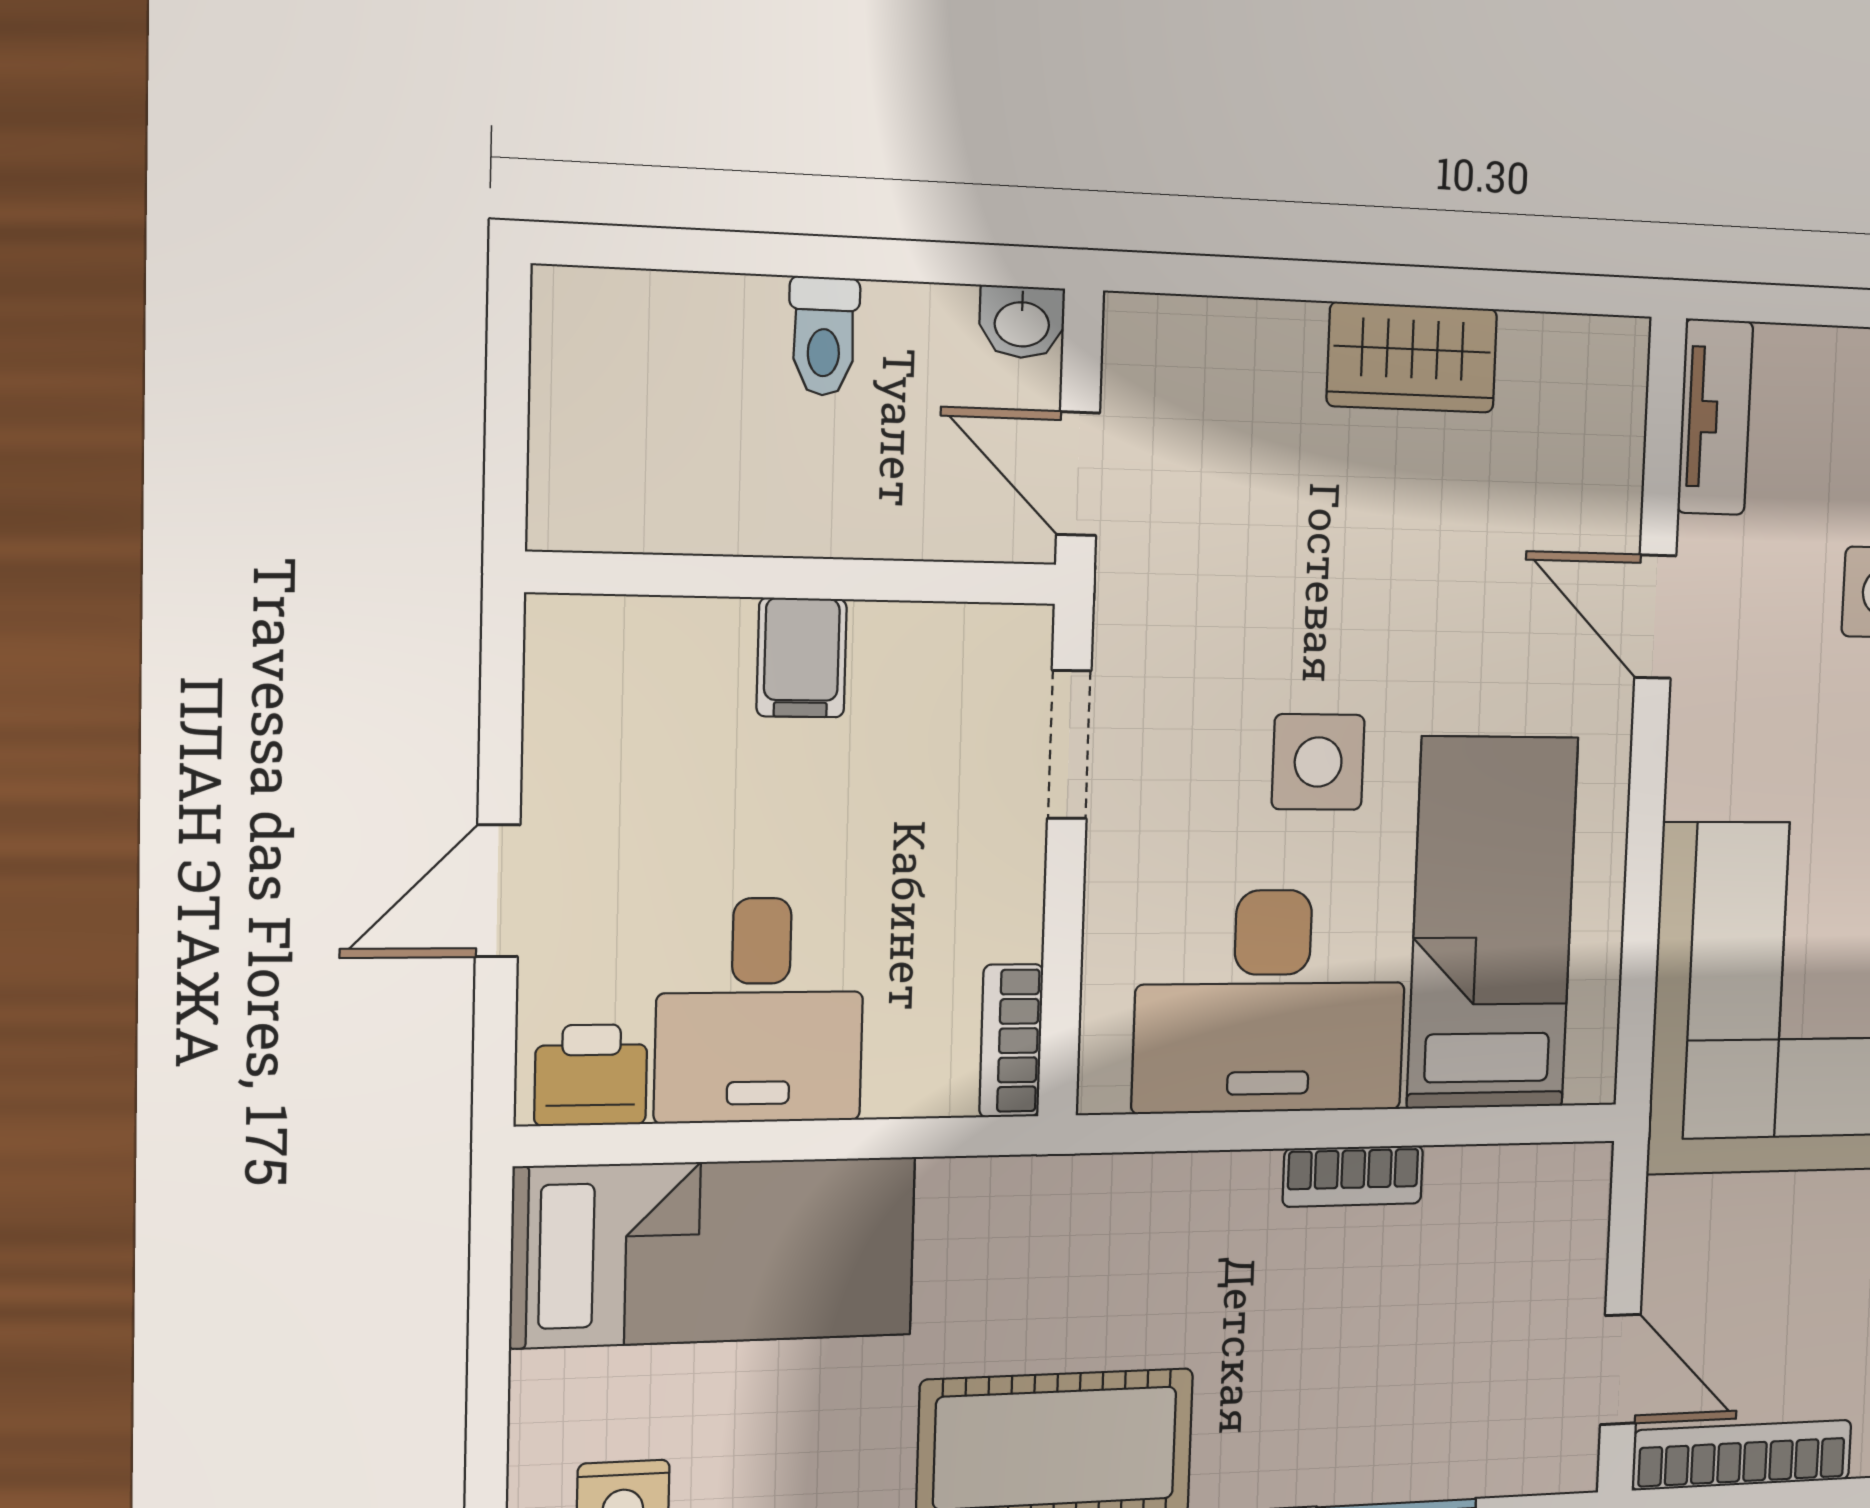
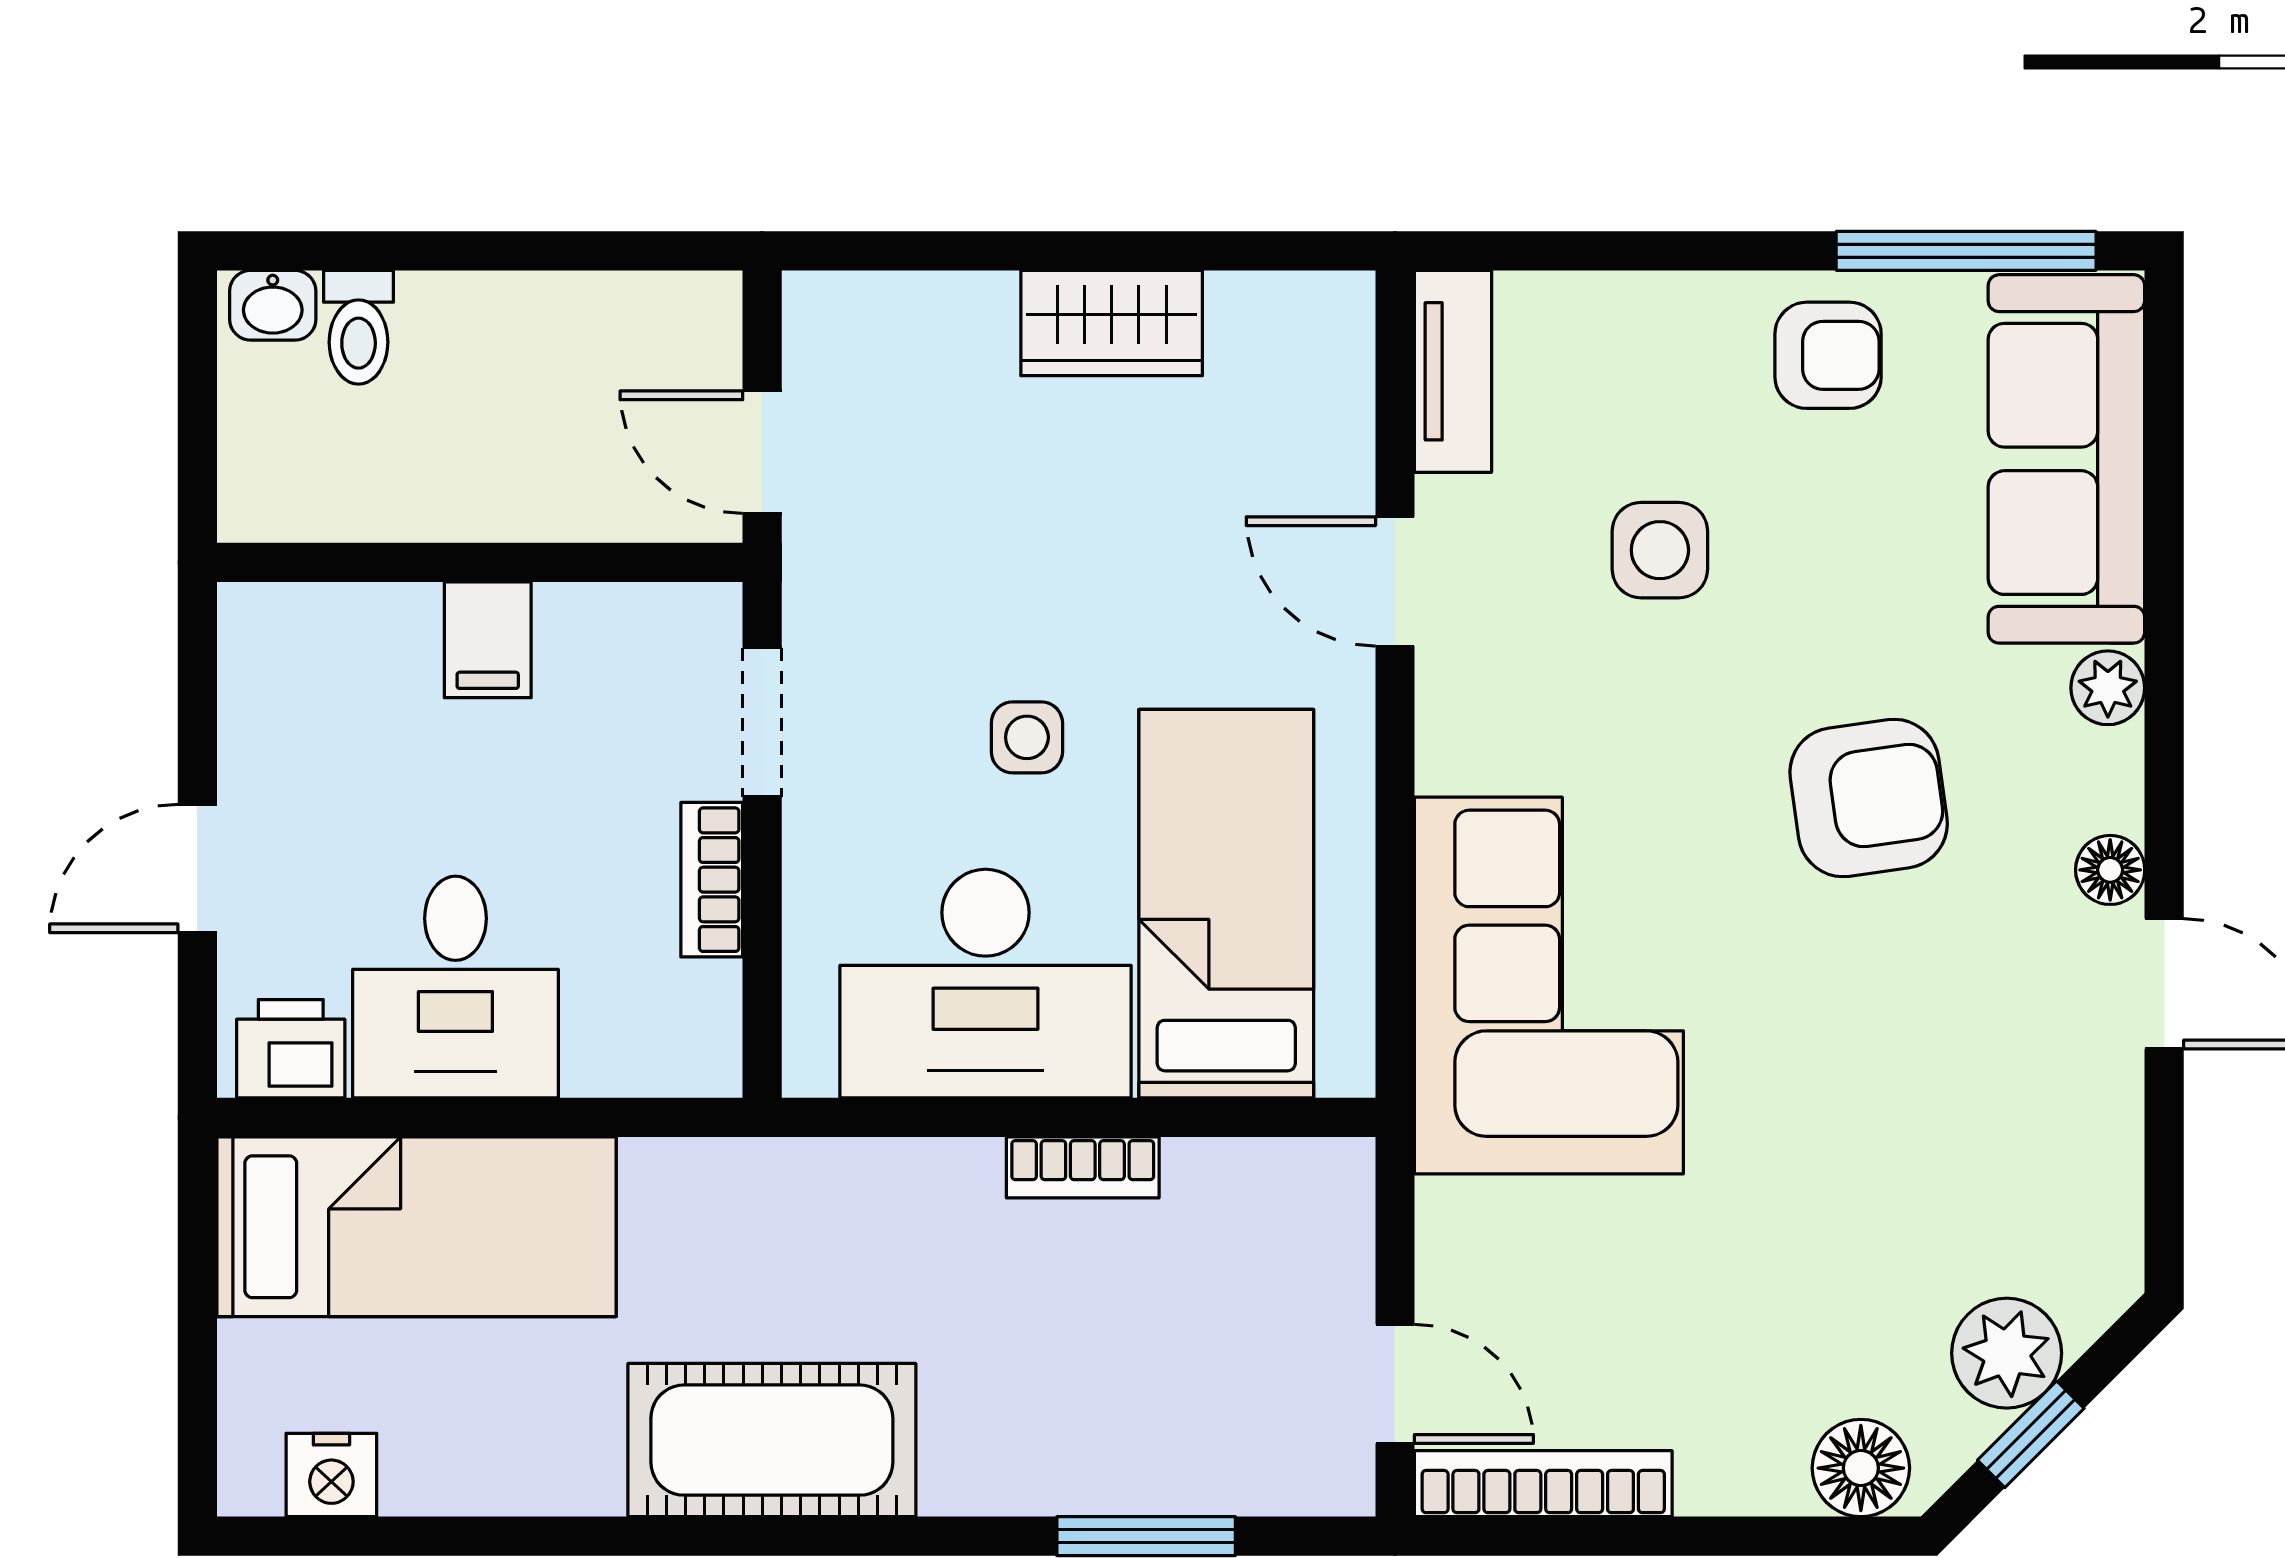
washbasin: (1022, 322) -> (273, 305), moved
toilet: (824, 336) -> (359, 327), moved
side table: (1318, 762) -> (1027, 737), width x0.73, depth x0.73
bookcase: (1011, 1041) -> (712, 880), moved

